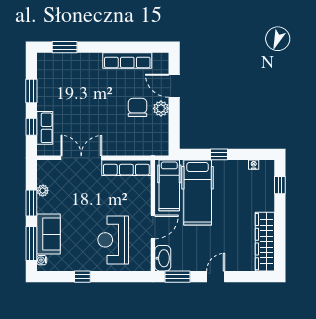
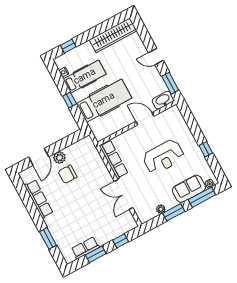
window: (65, 47) -> (48, 238), moved
row of seats: (45, 128) -> (85, 248), moved
hospital bed: (169, 185) -> (85, 77), moved
reception desk: (113, 240) -> (163, 157), moved

